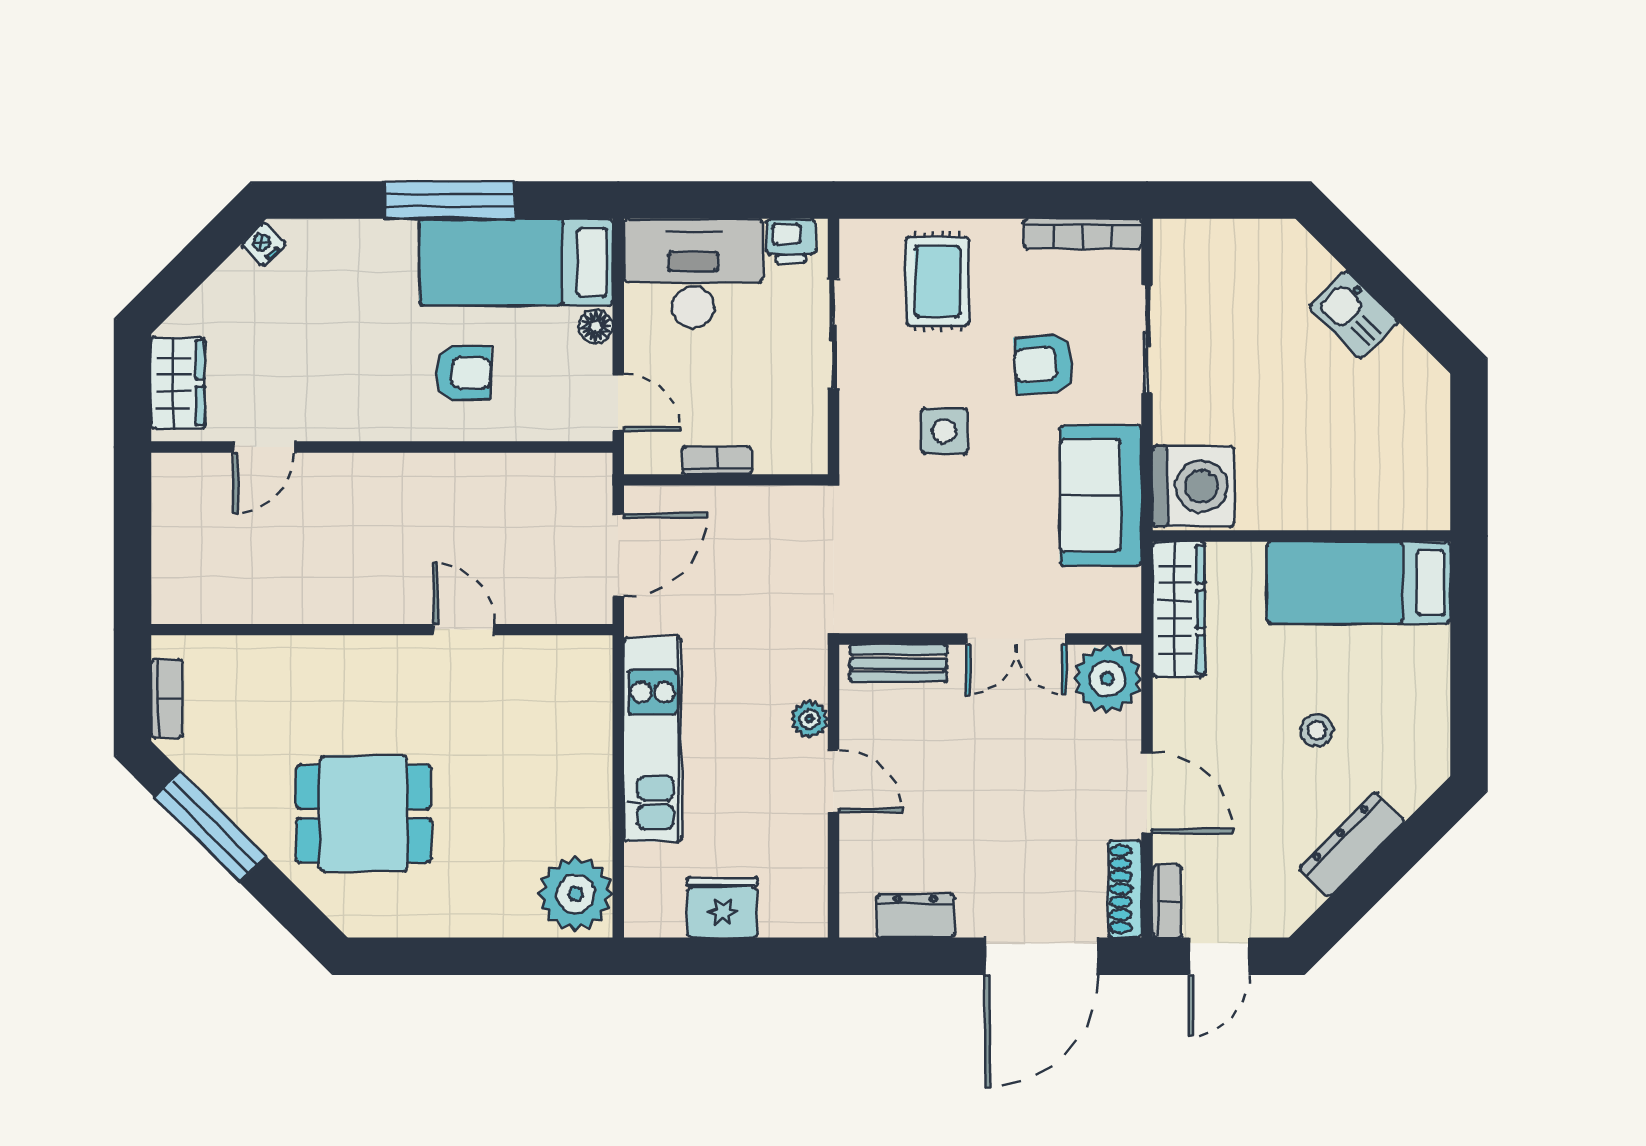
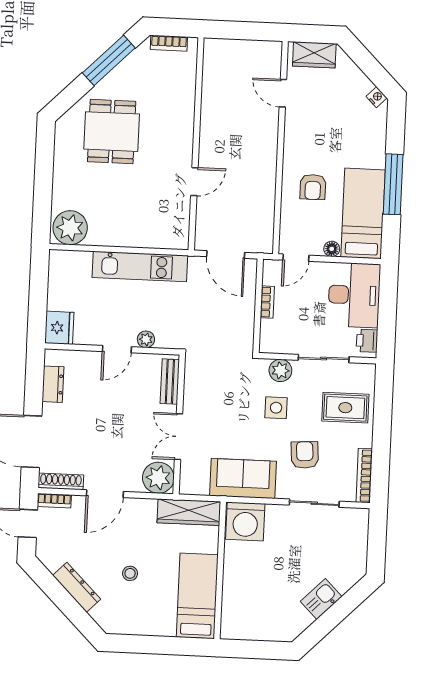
plant: (864, 425) -> (280, 370), added
fridge: (722, 907) -> (59, 328), moved

